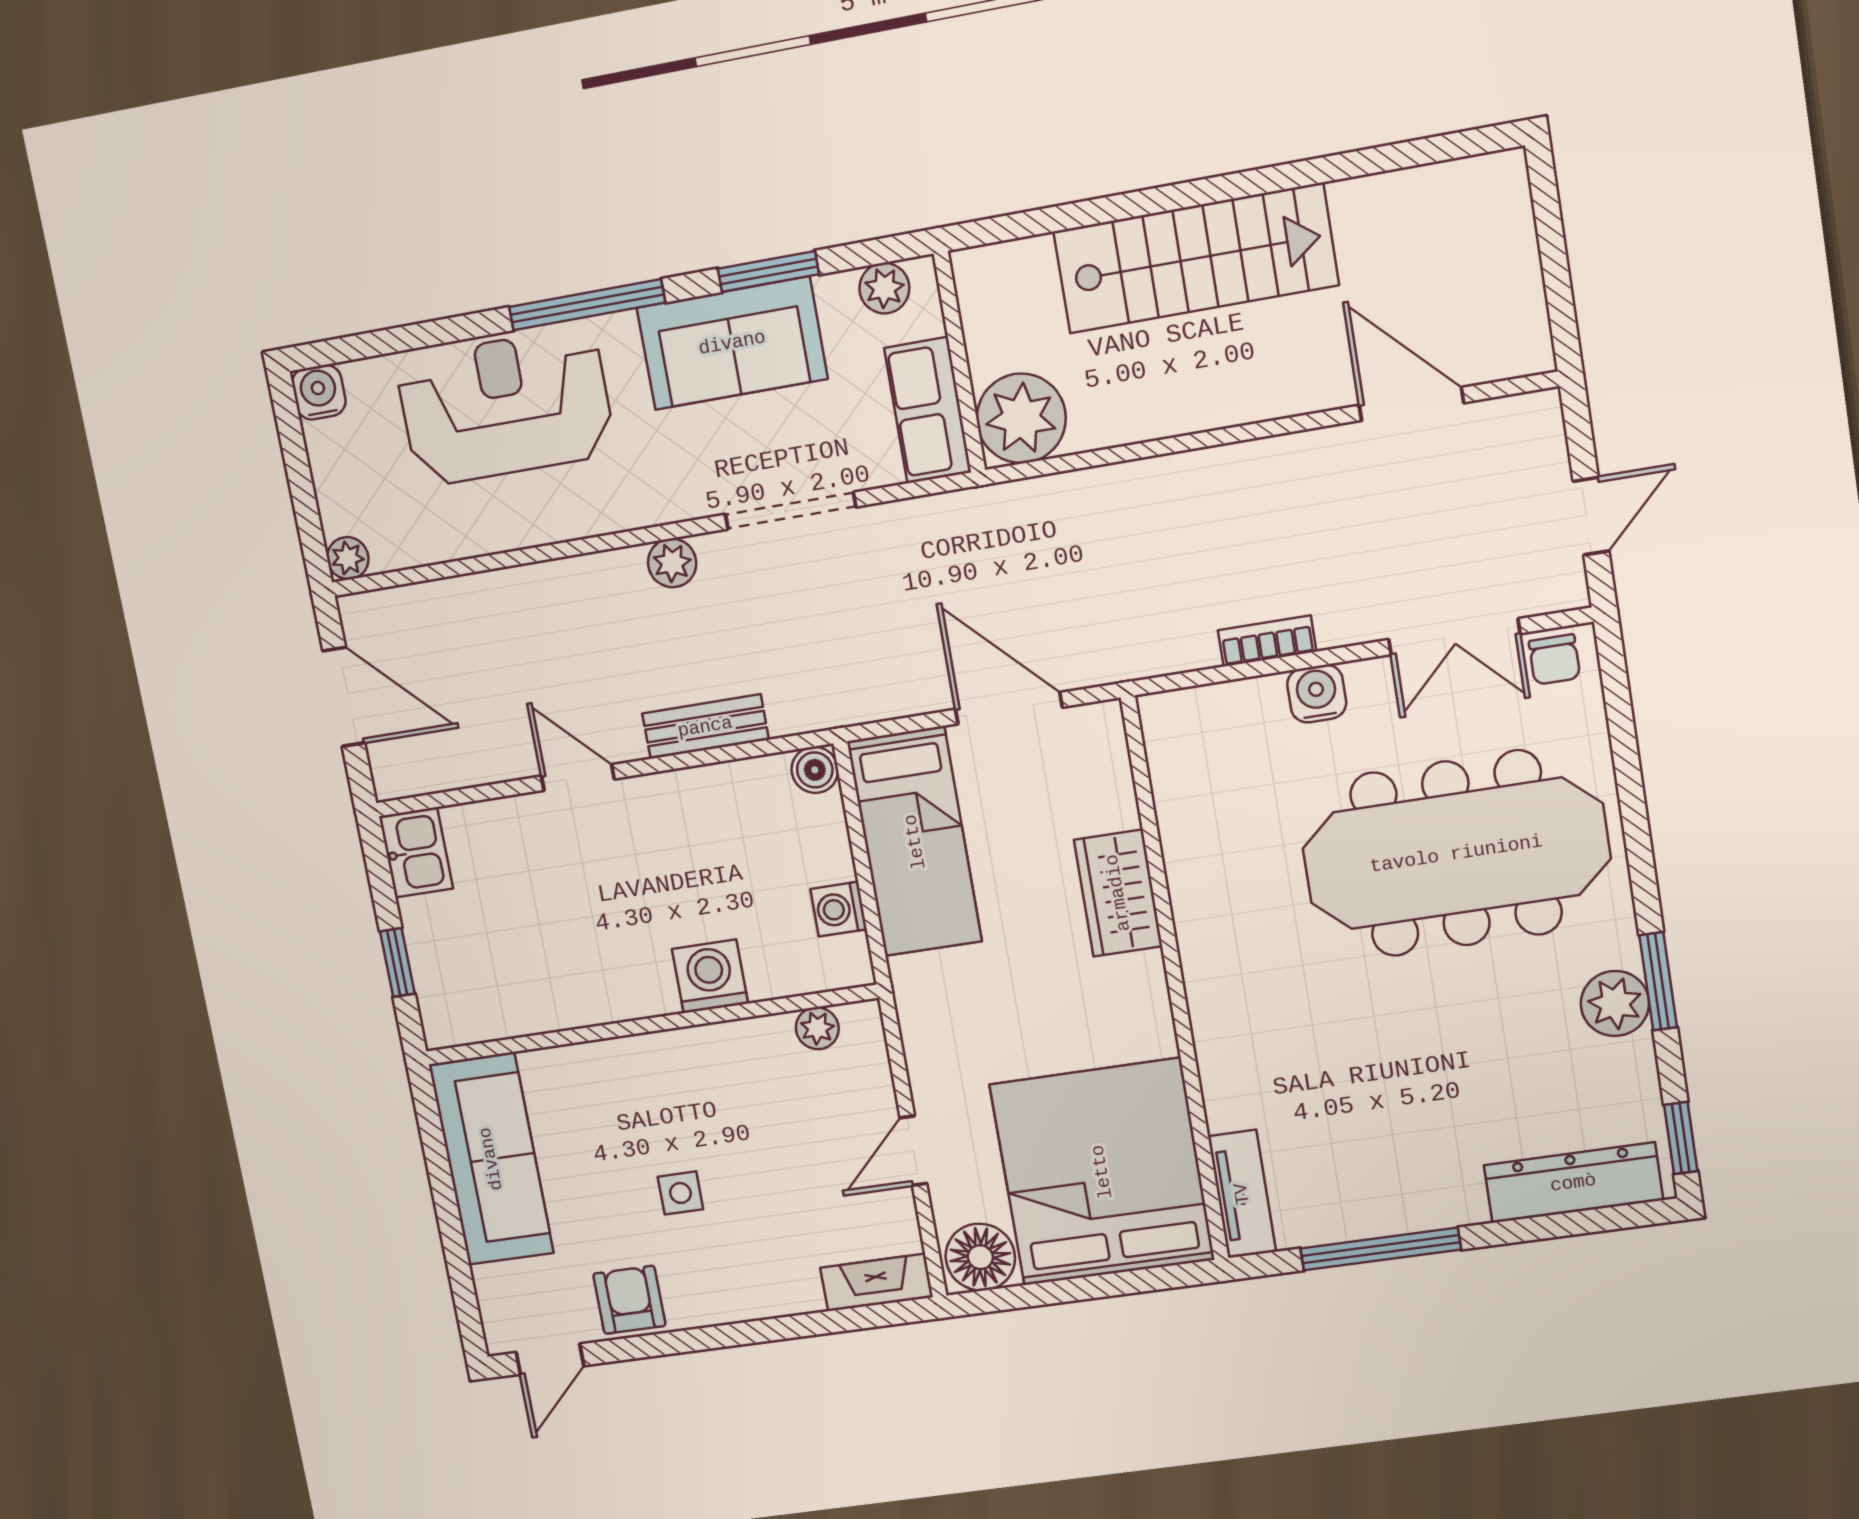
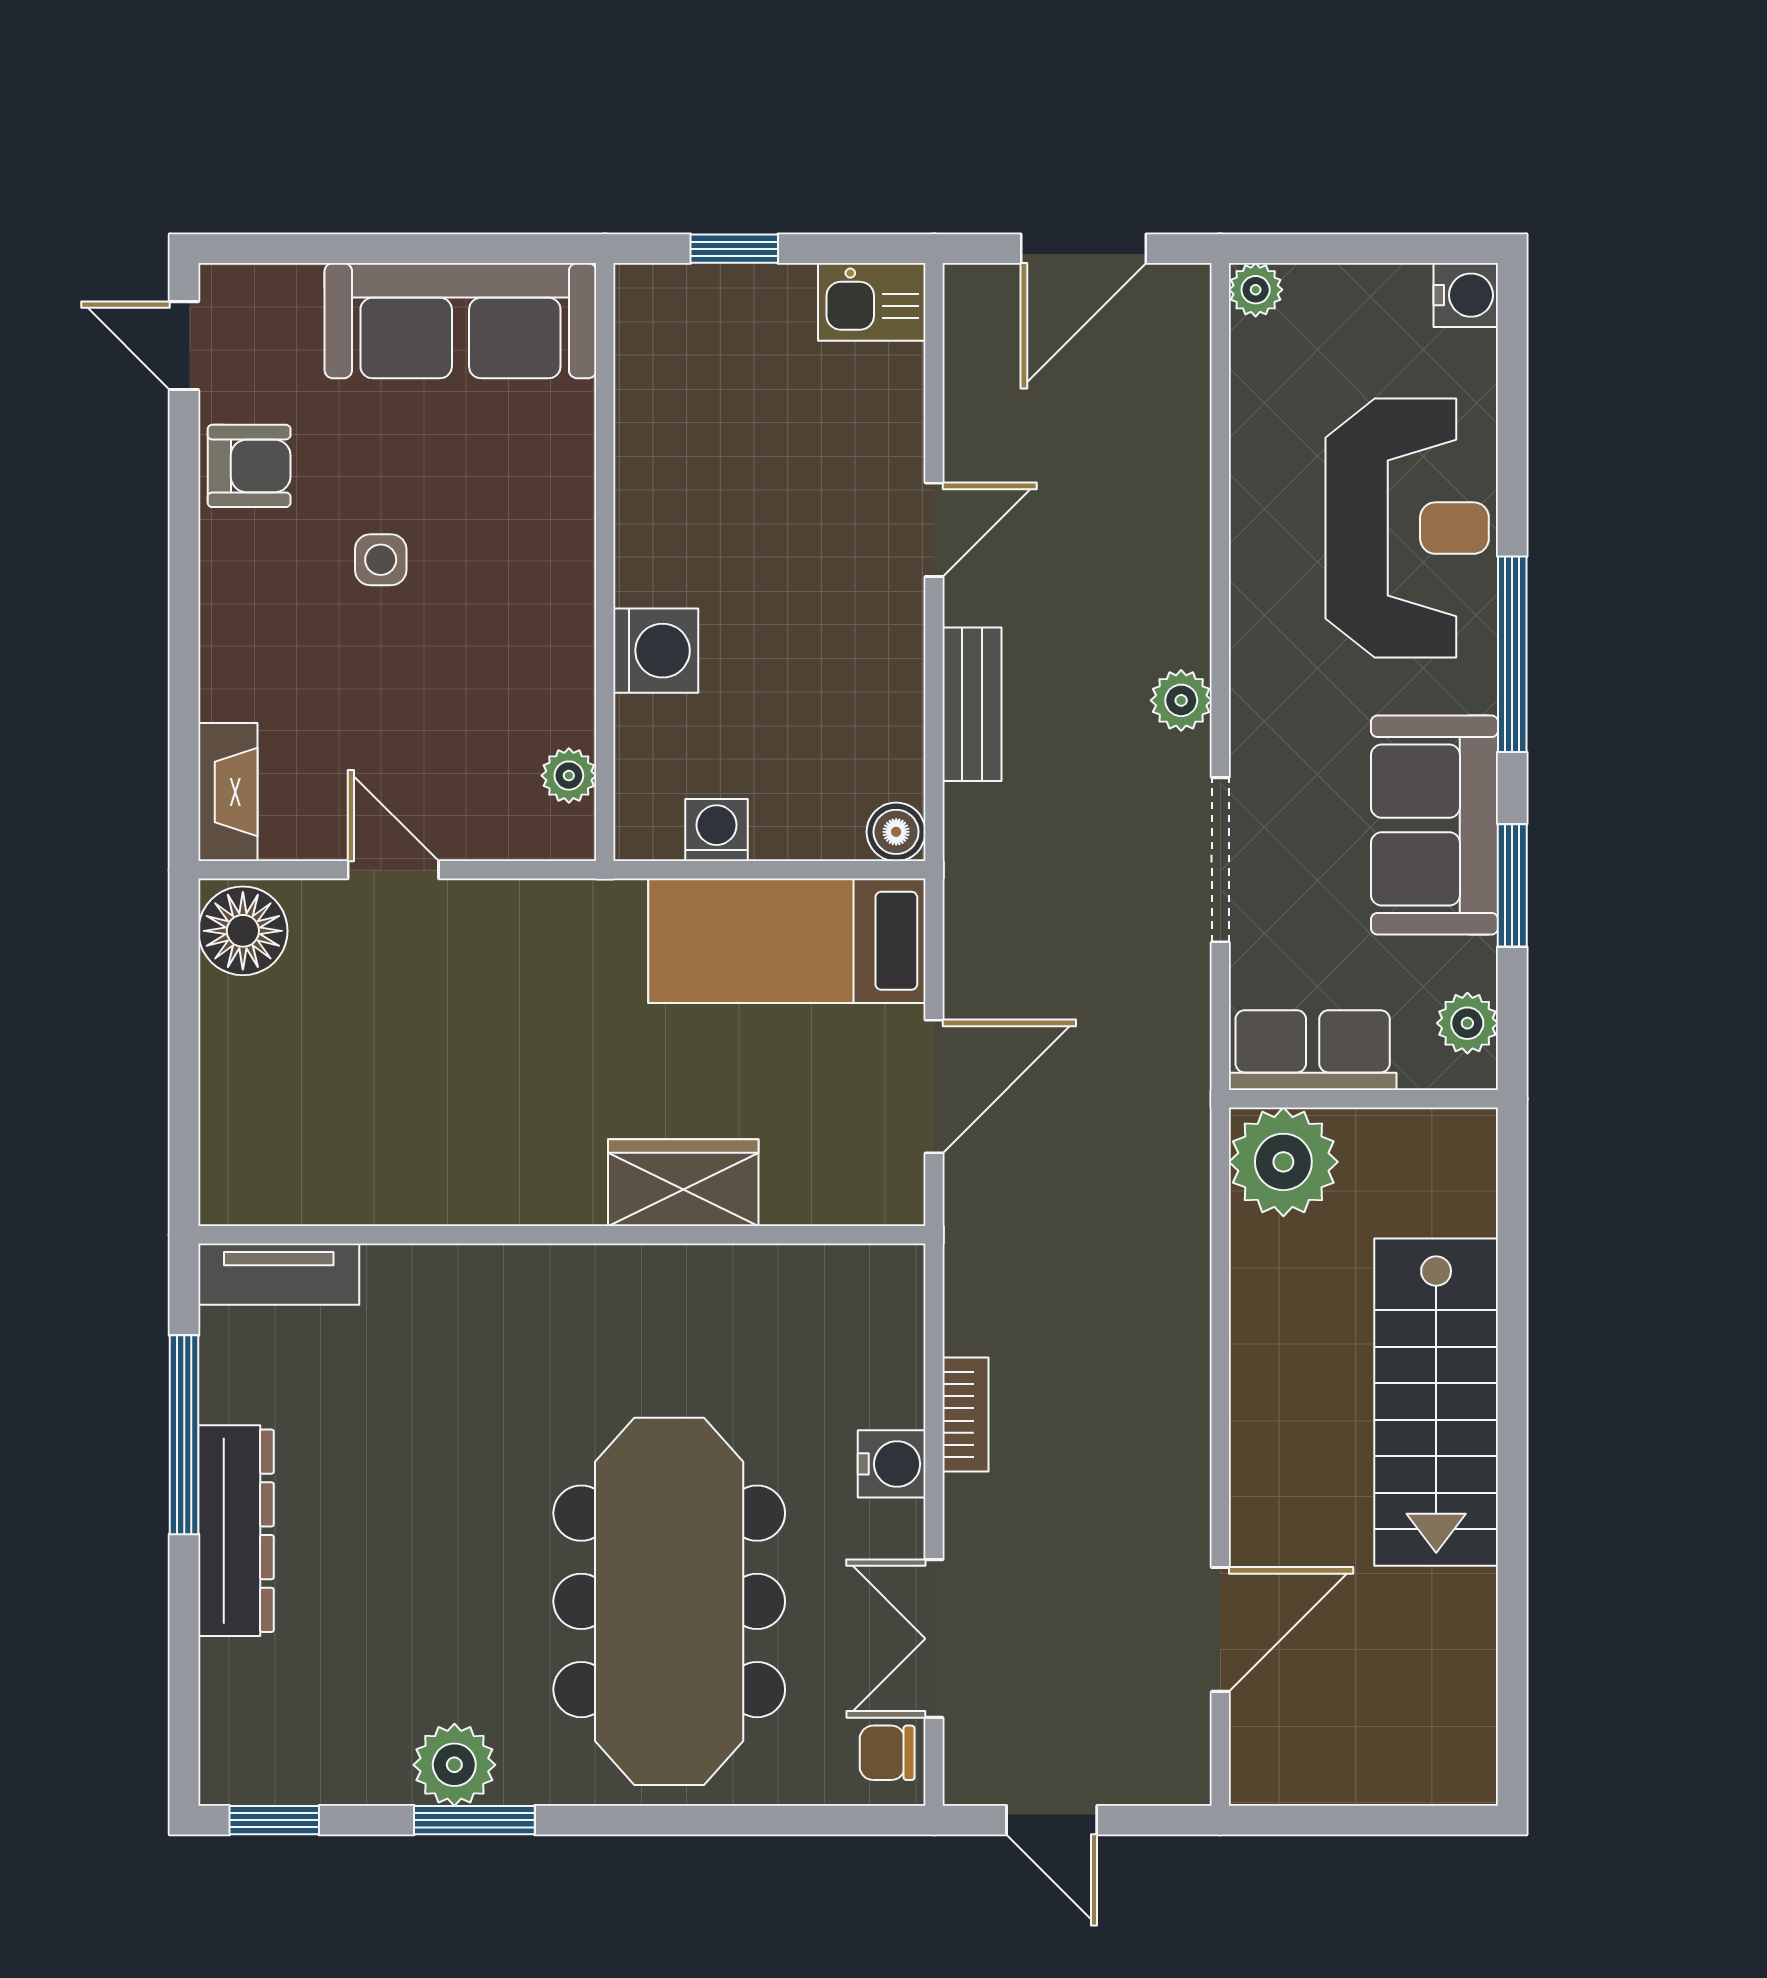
bed: (1102, 1172) -> (332, 1104), removed
dresser: (1573, 1183) -> (236, 1531), moved

